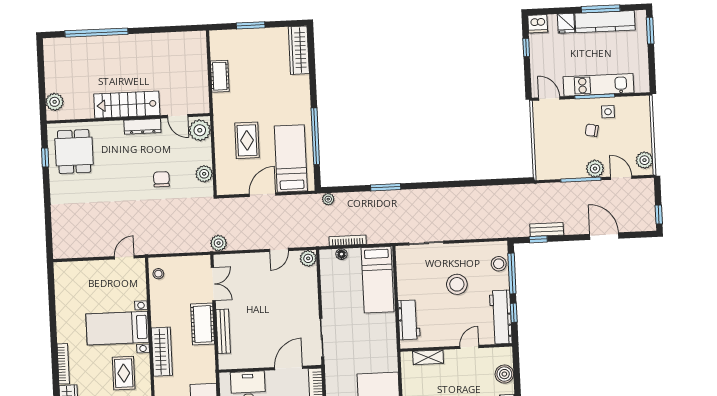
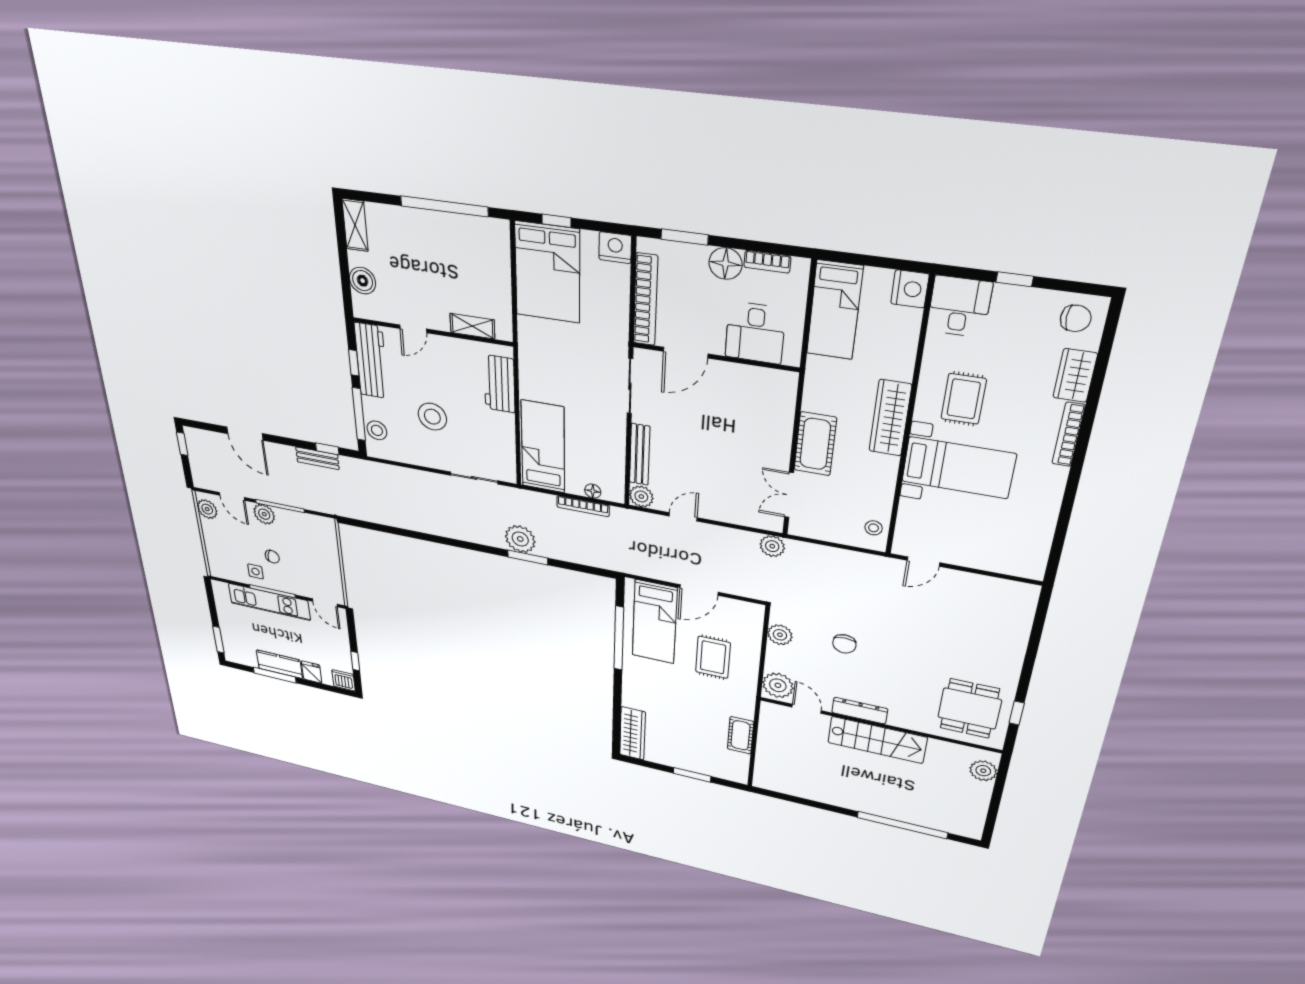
kitchen counter: (605, 22) -> (279, 664), width x0.67
plant: (328, 199) -> (520, 539), moved, width x1.87, depth x1.87
bench: (223, 331) -> (640, 454), moved

